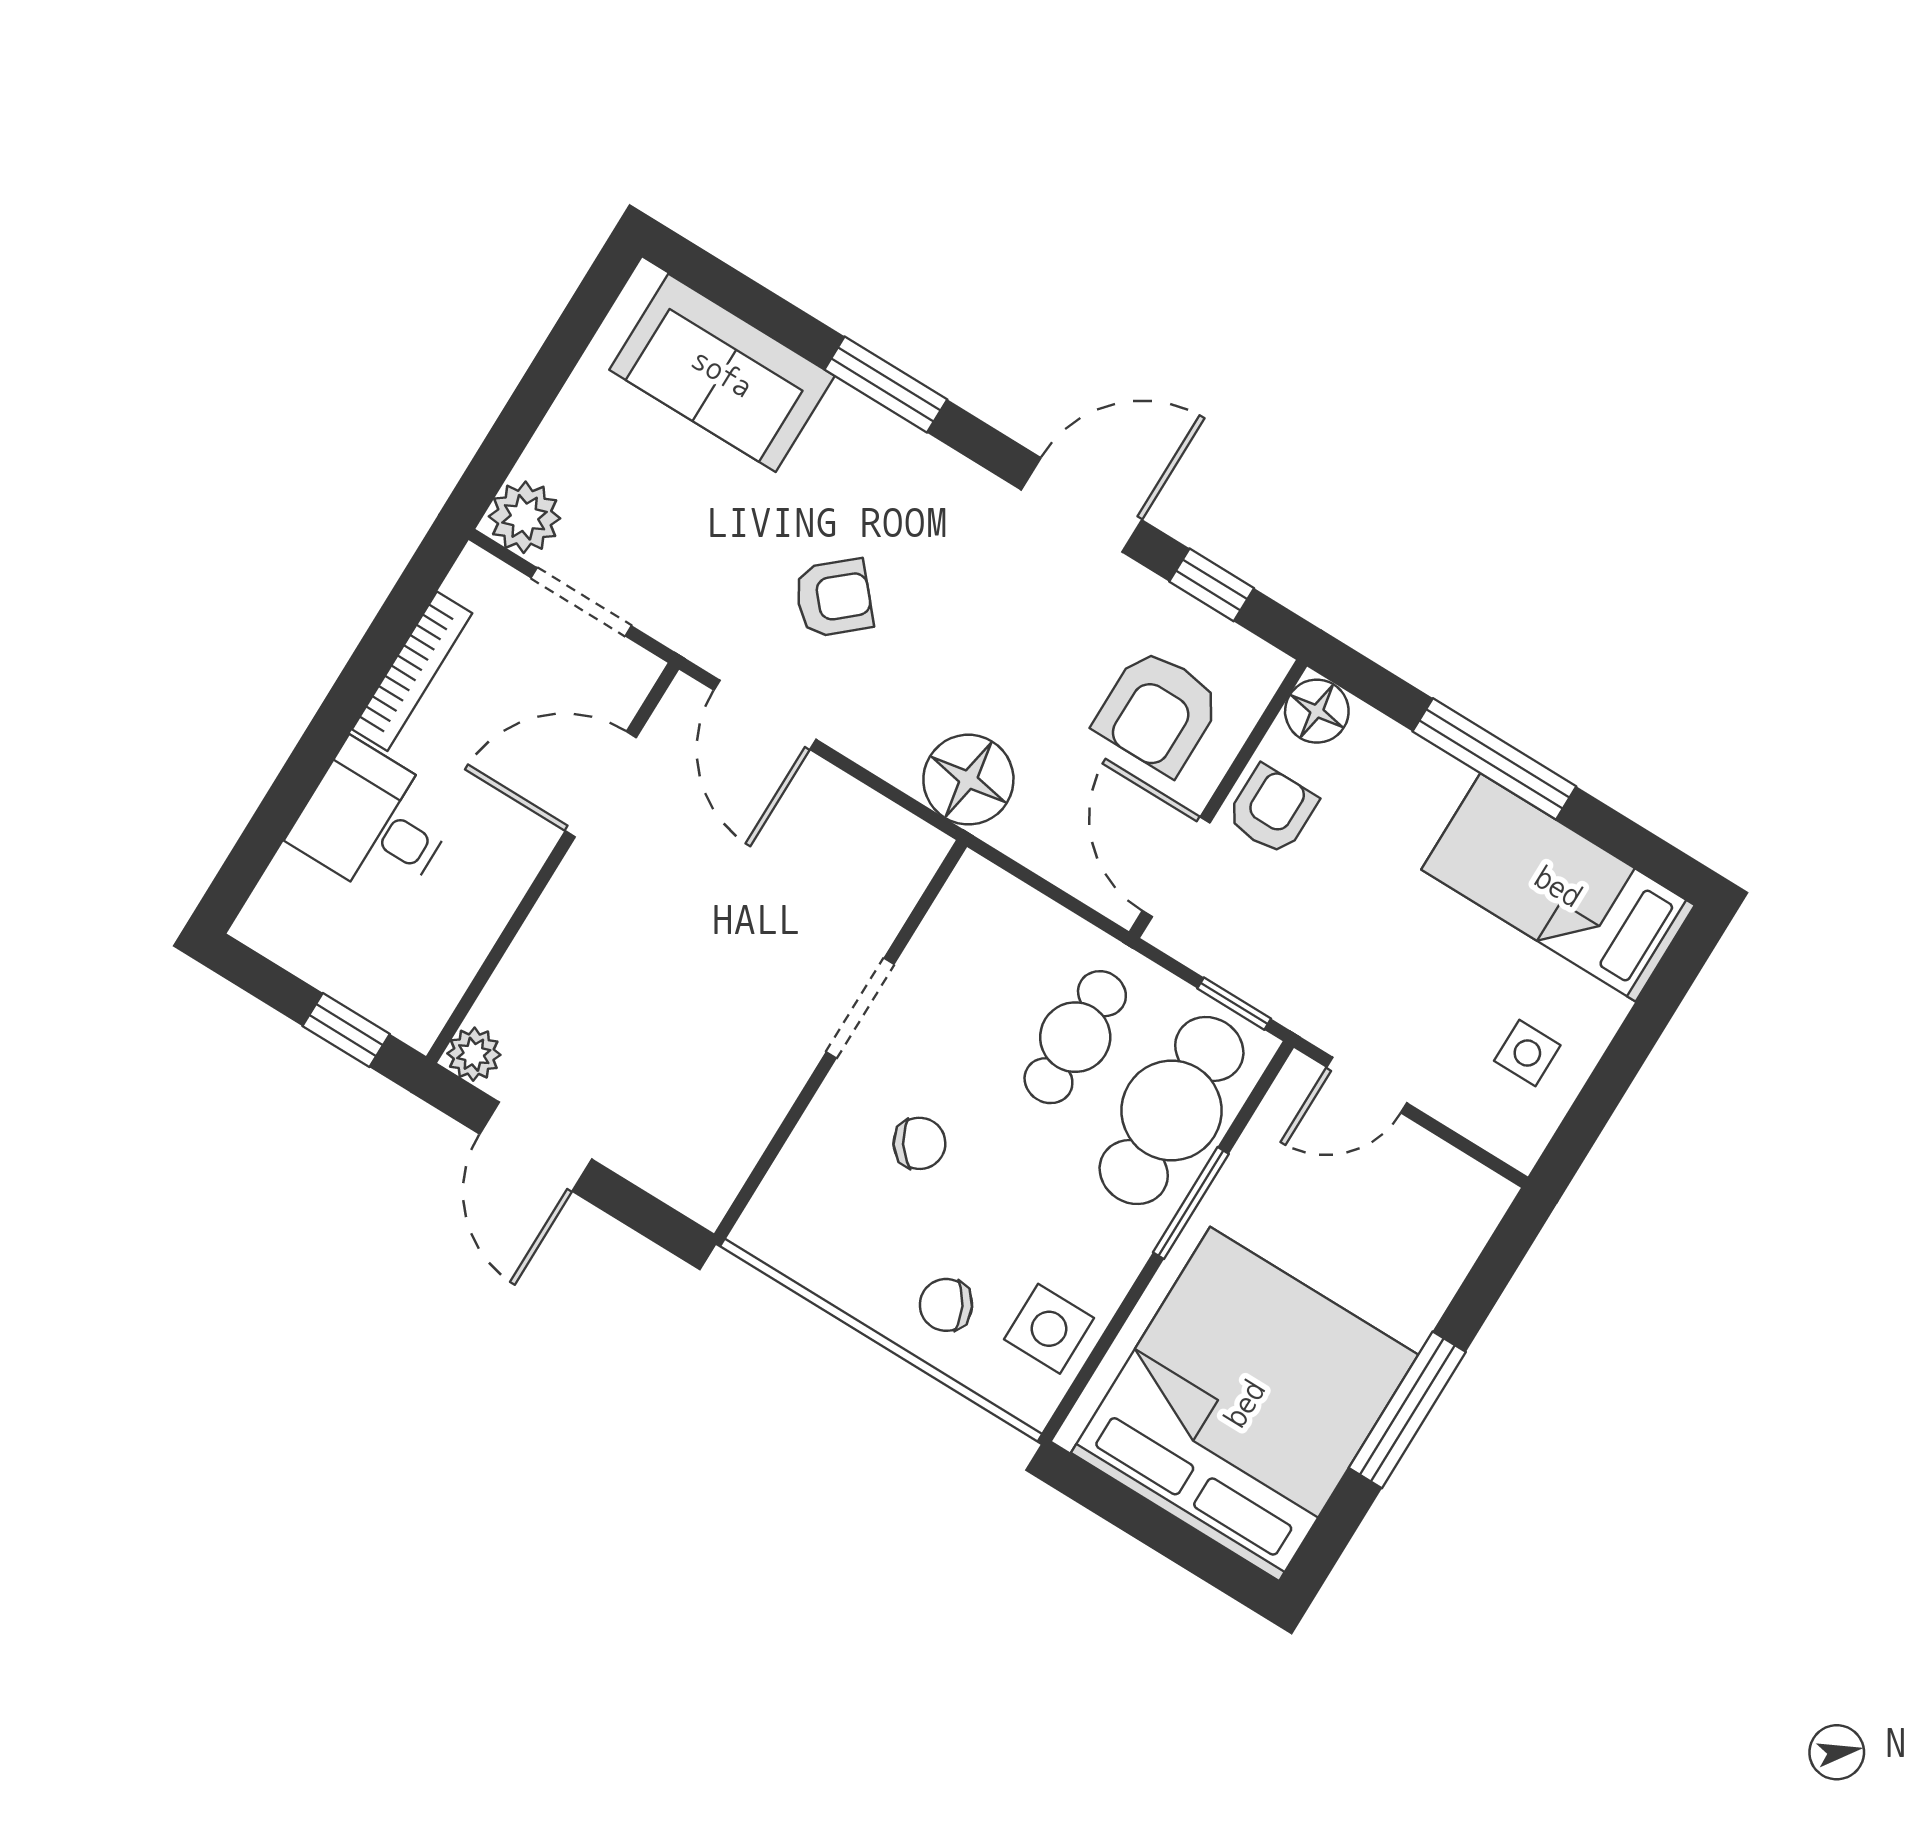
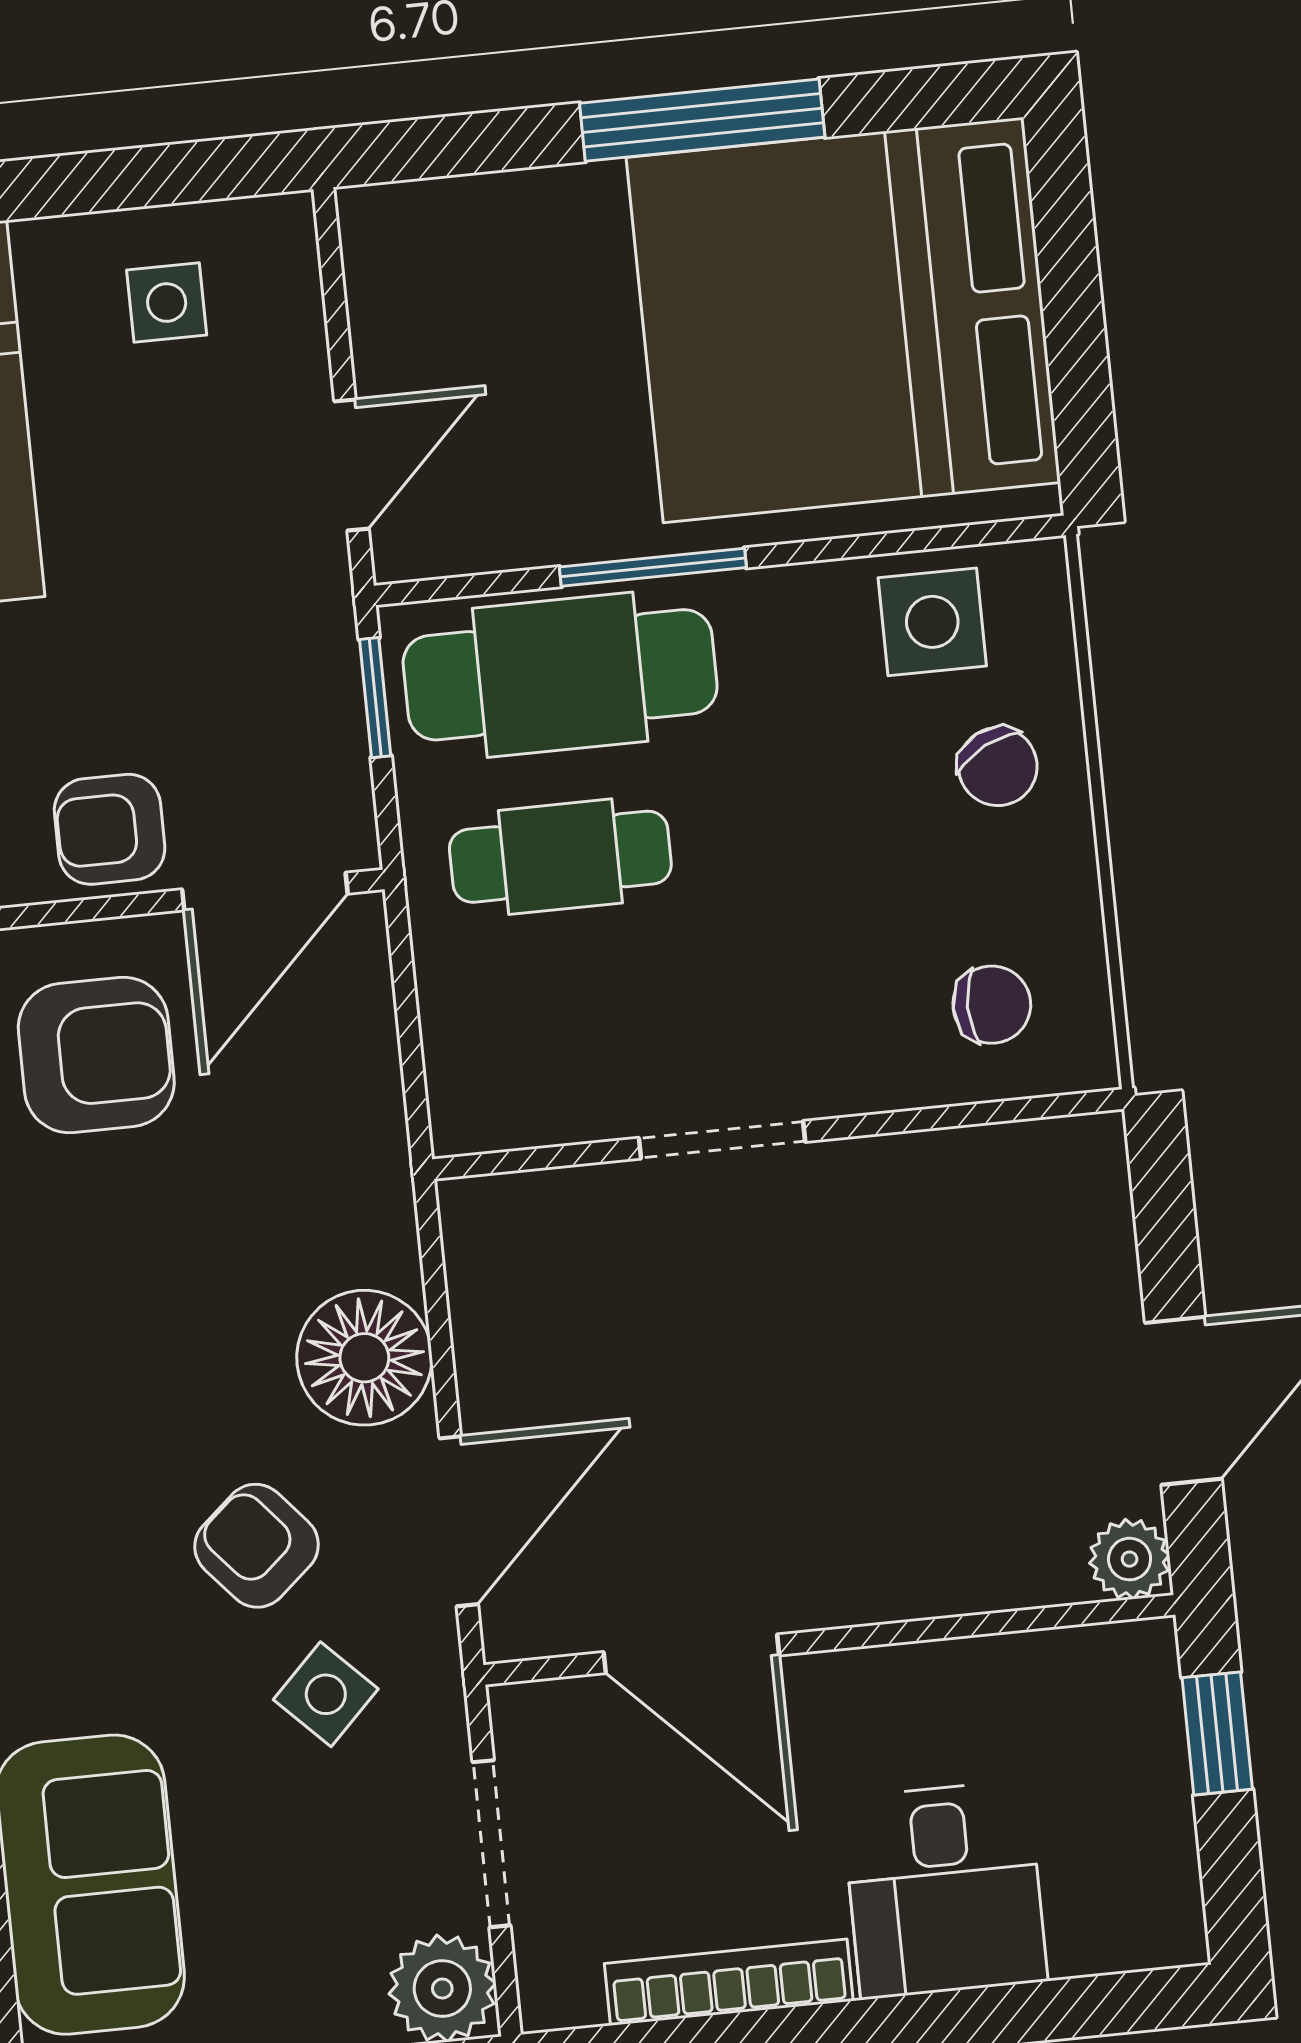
side table: (727, 575) -> (326, 1694), added
floor lamp: (968, 780) -> (364, 1358), moved
door: (1367, 1085) -> (352, 465), hinge flipped
chair: (919, 1143) -> (992, 1005), moved, turned 124

